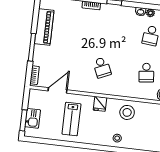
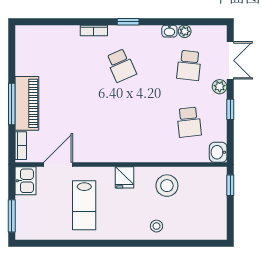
piano: (44, 27) -> (27, 103), moved
school desk: (102, 67) -> (121, 65), moved
kitchen sink: (33, 118) -> (25, 181), moved

